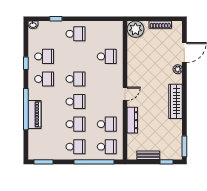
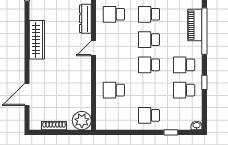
plant: (178, 69) -> (35, 76), removed

